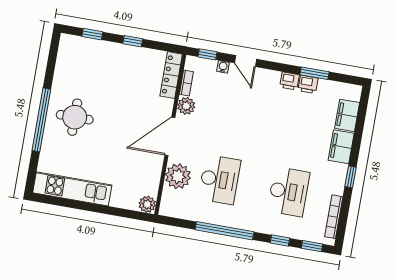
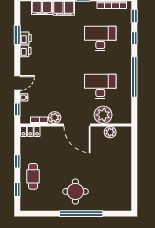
cafe table: (107, 60) -> (33, 176), added
locker: (171, 75) -> (30, 131), width x0.66
kitchen unit: (72, 189) -> (124, 185), removed
plant: (147, 204) -> (110, 132), moved

